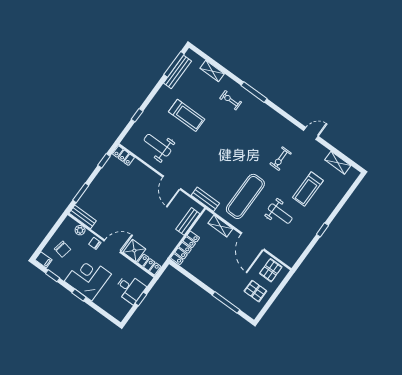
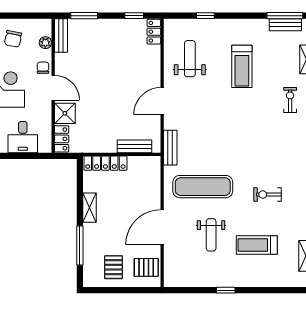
bench: (177, 72) -> (285, 25), width x0.73
shelving: (220, 226) -> (90, 208), moved
window: (141, 299) -> (20, 156), removed

